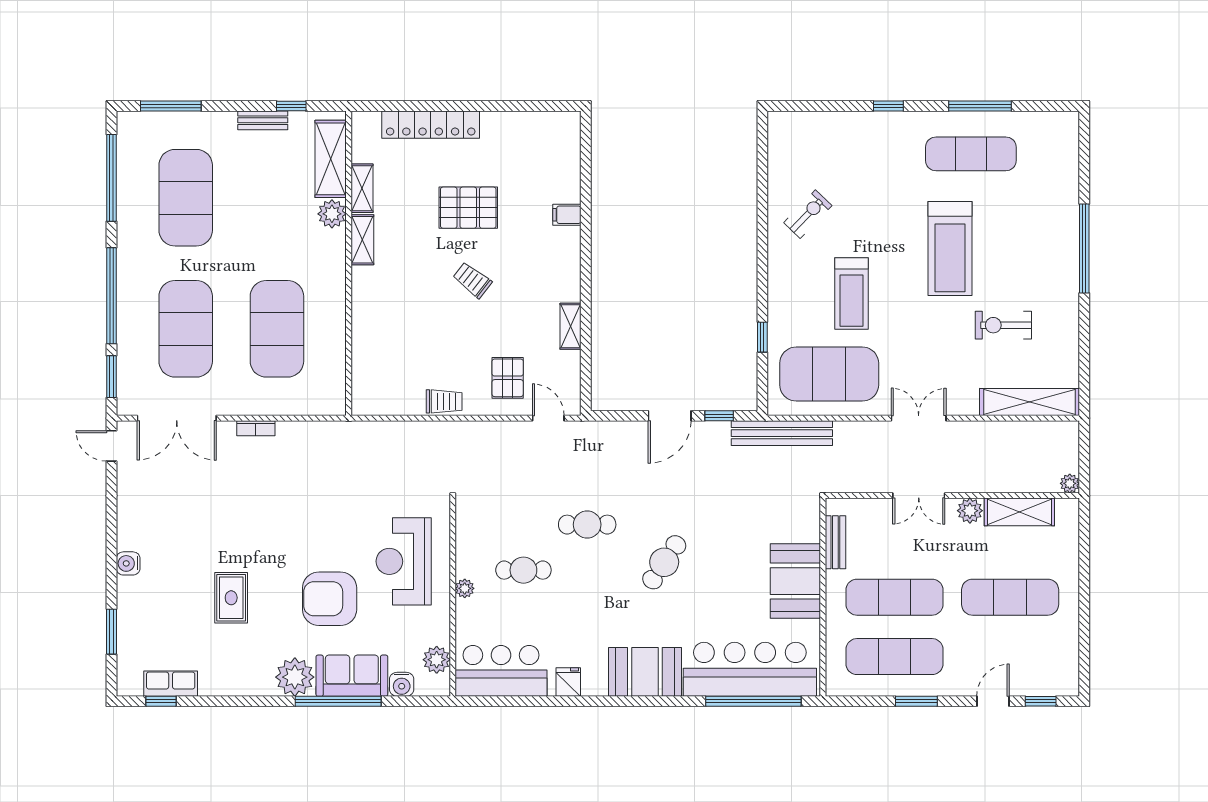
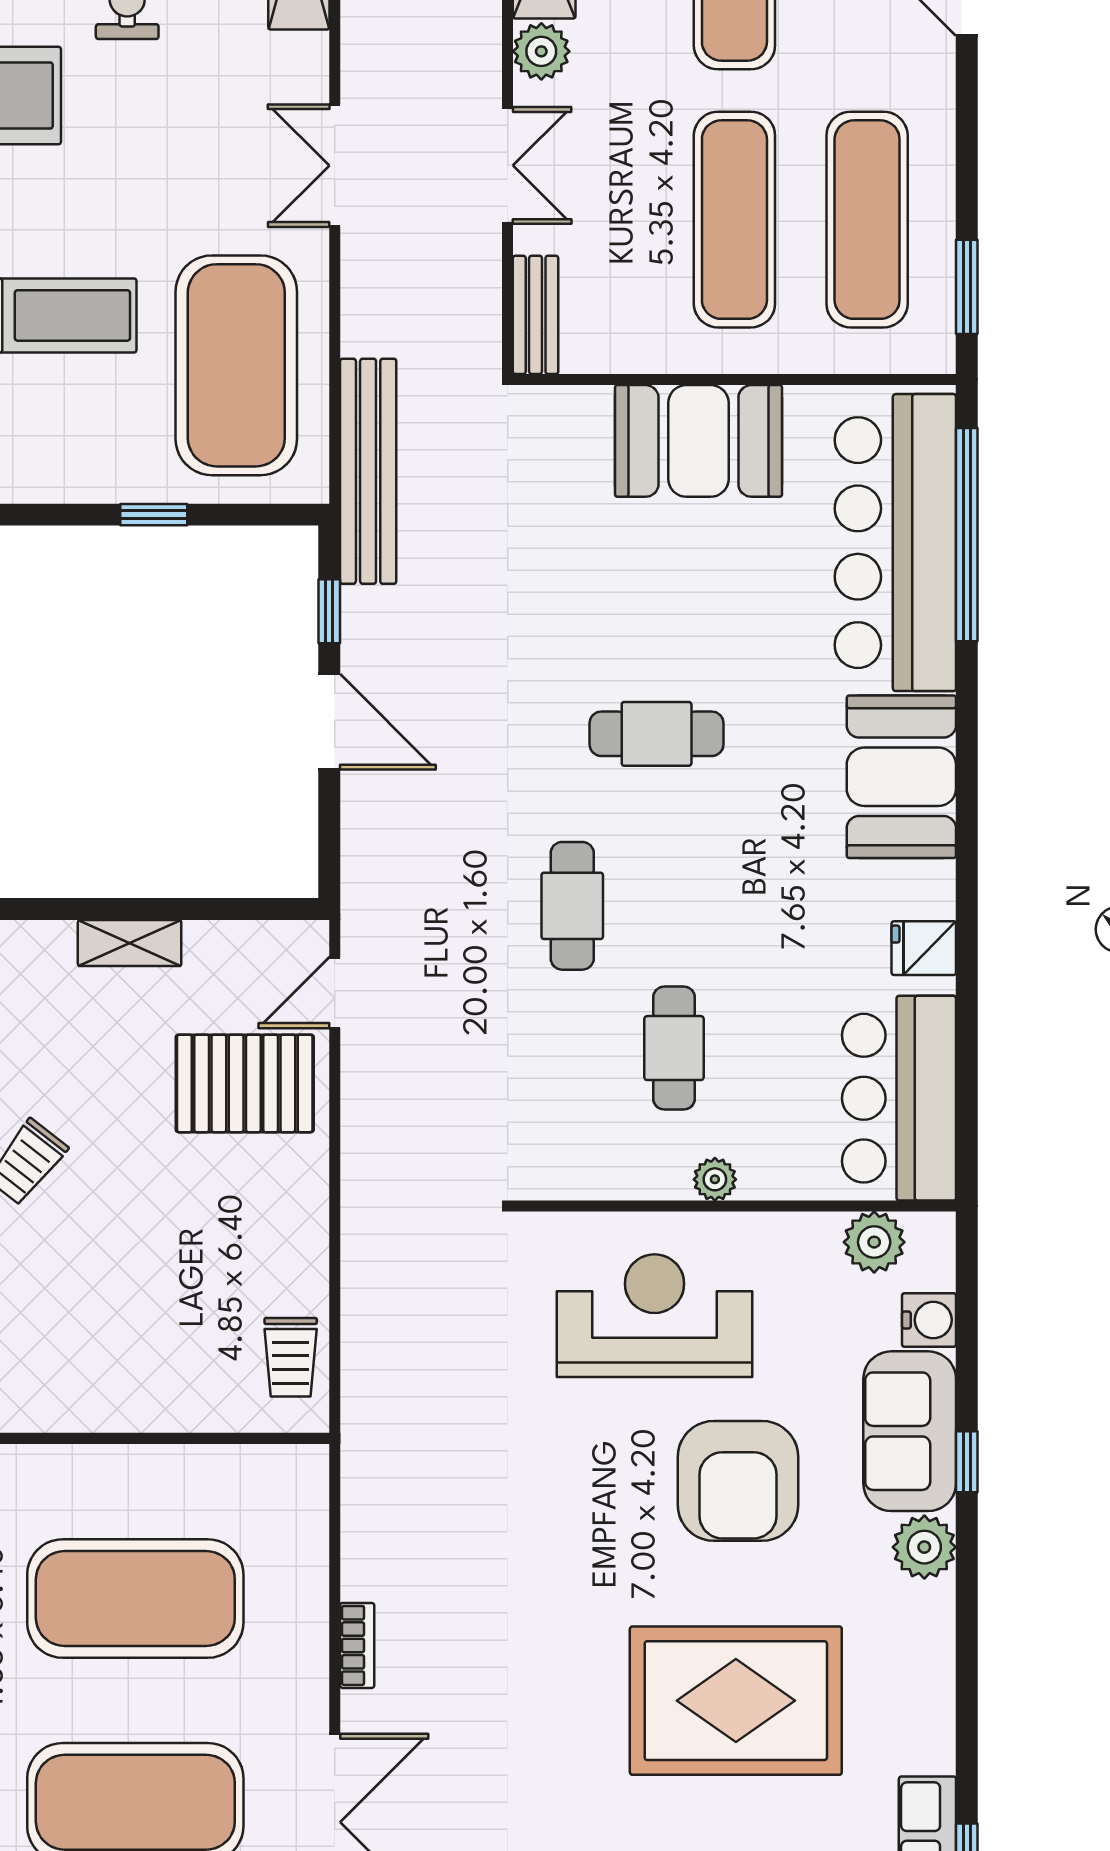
pallet: (508, 378) -> (245, 1083), width x1.50, depth x1.42
trolley: (444, 401) -> (291, 1357), moved, turned 180
bench: (835, 542) -> (536, 315), moved, turned 90
reception desk: (404, 561) -> (655, 1316), turned 180
cafe table: (664, 562) -> (657, 734), turned -34
rug: (231, 598) -> (736, 1701), width x1.86, depth x2.06
plant: (295, 677) -> (924, 1547), width x0.73, depth x0.73
window: (338, 701) -> (967, 1462), width x0.32
window: (916, 701) -> (967, 287), moved

